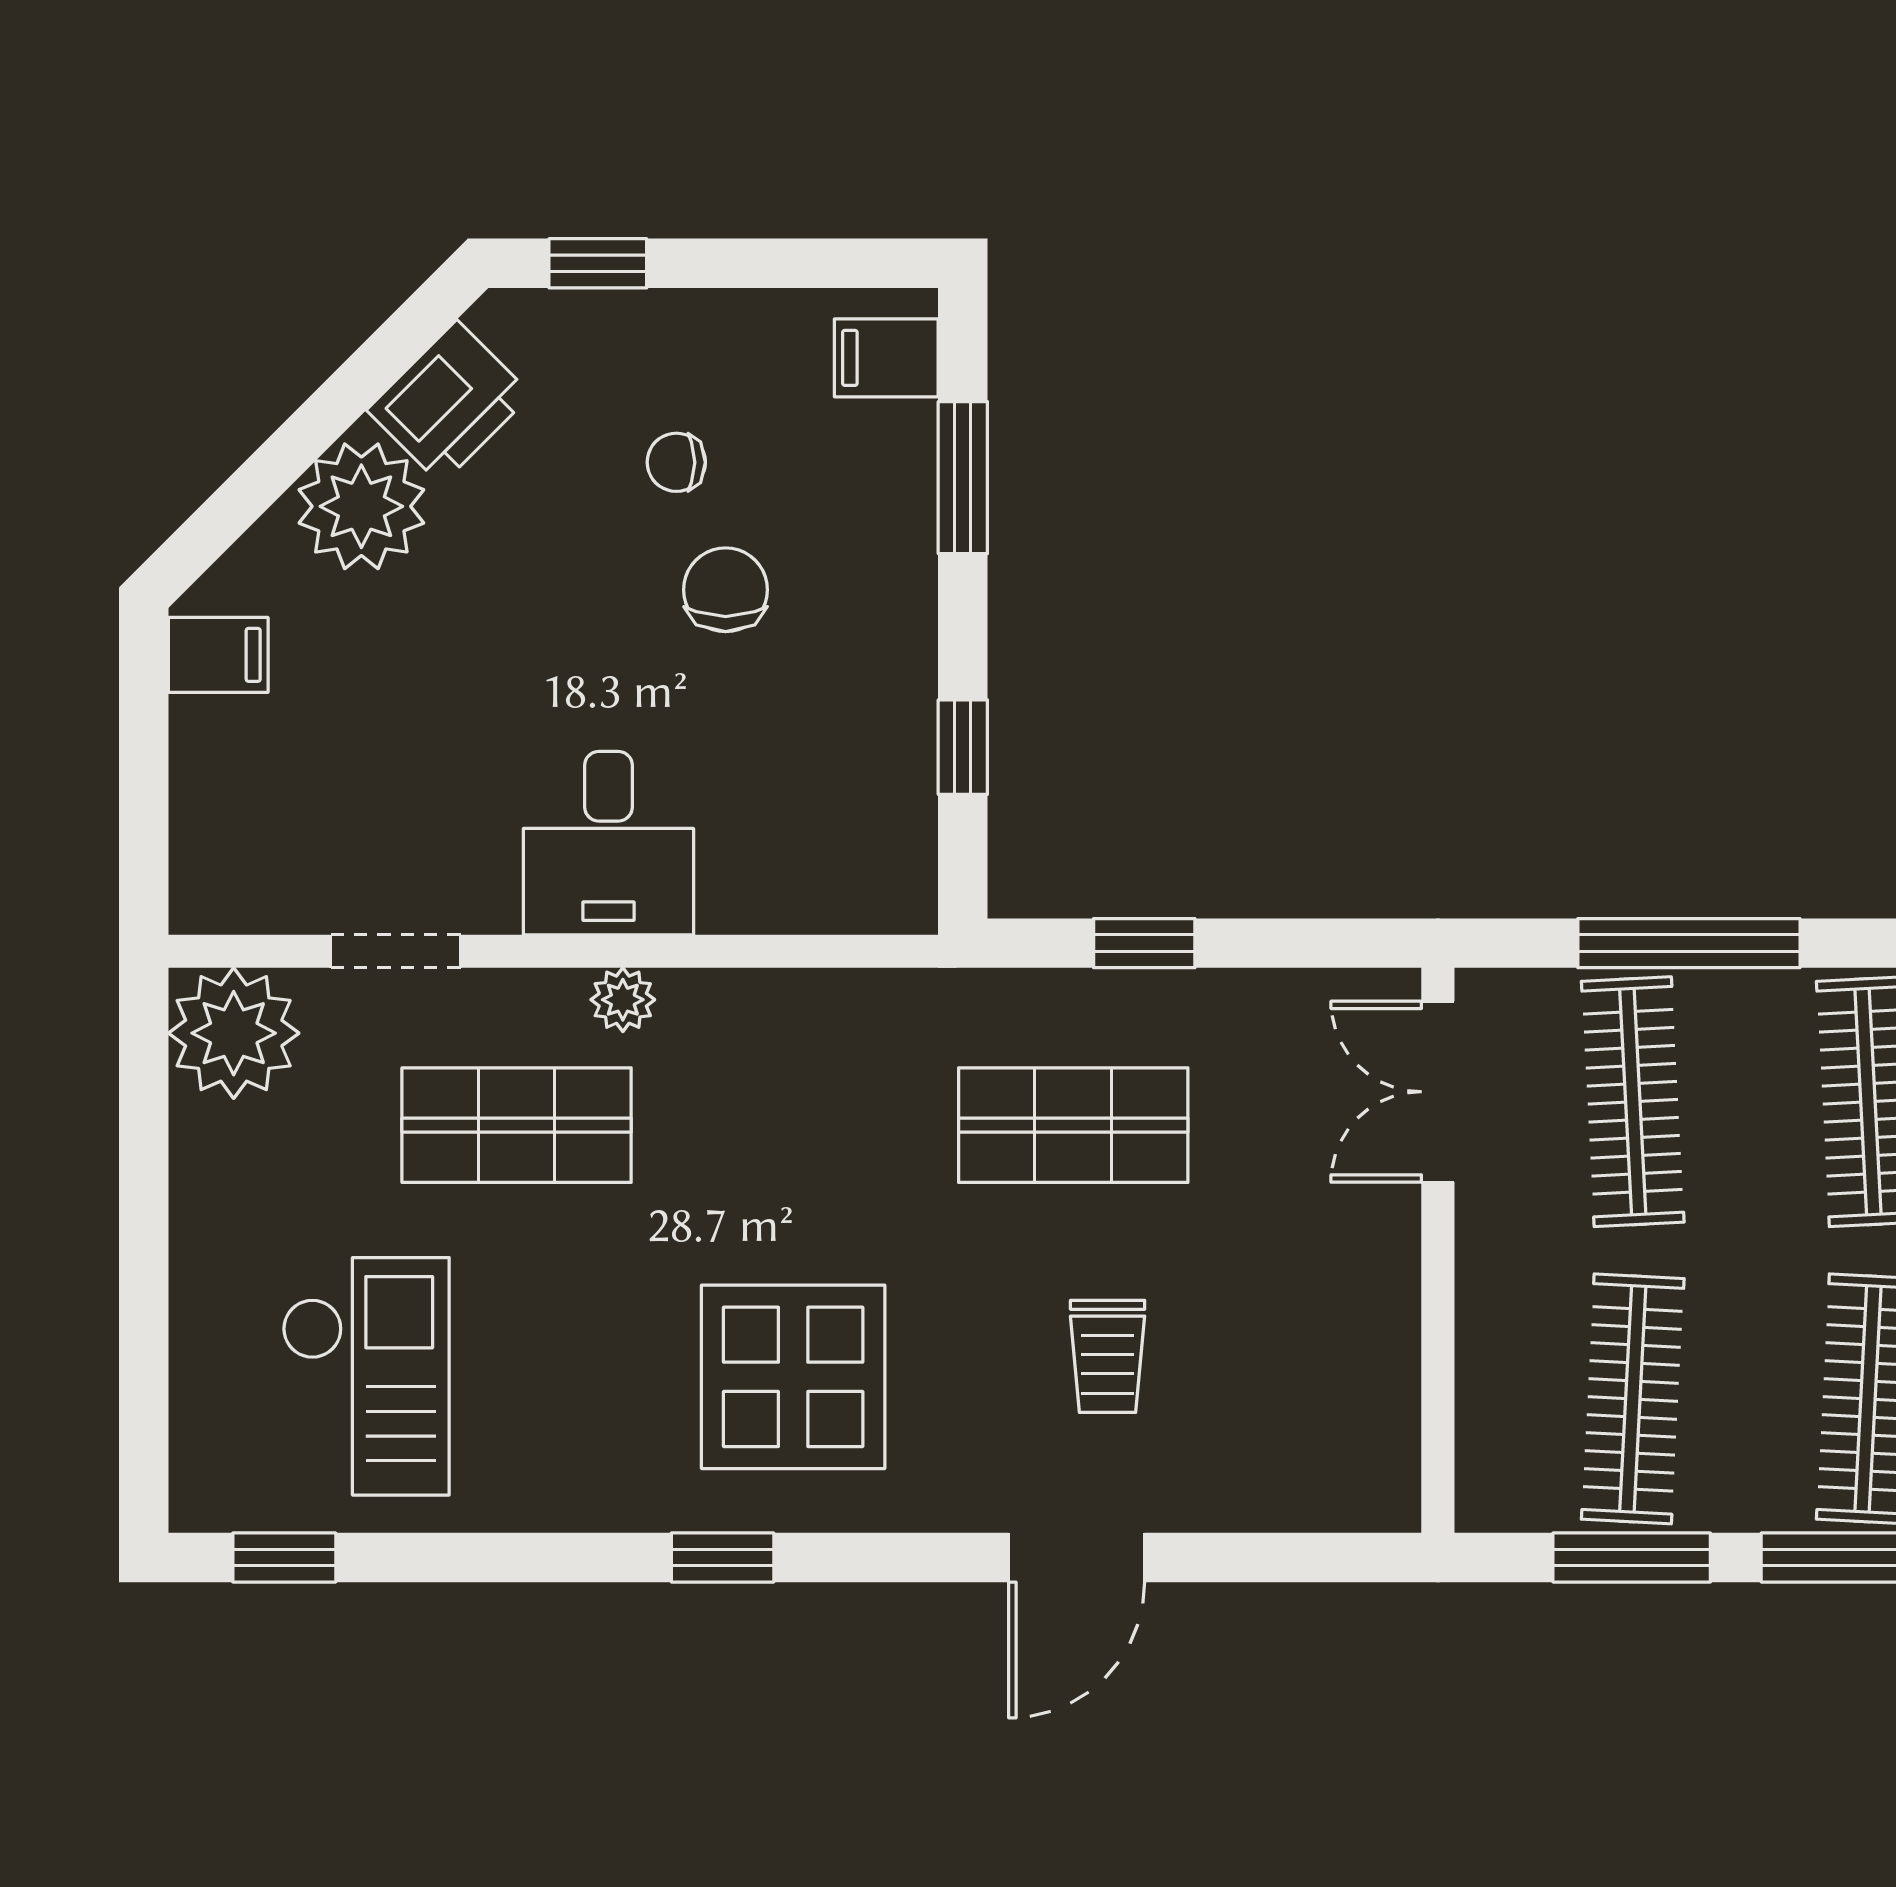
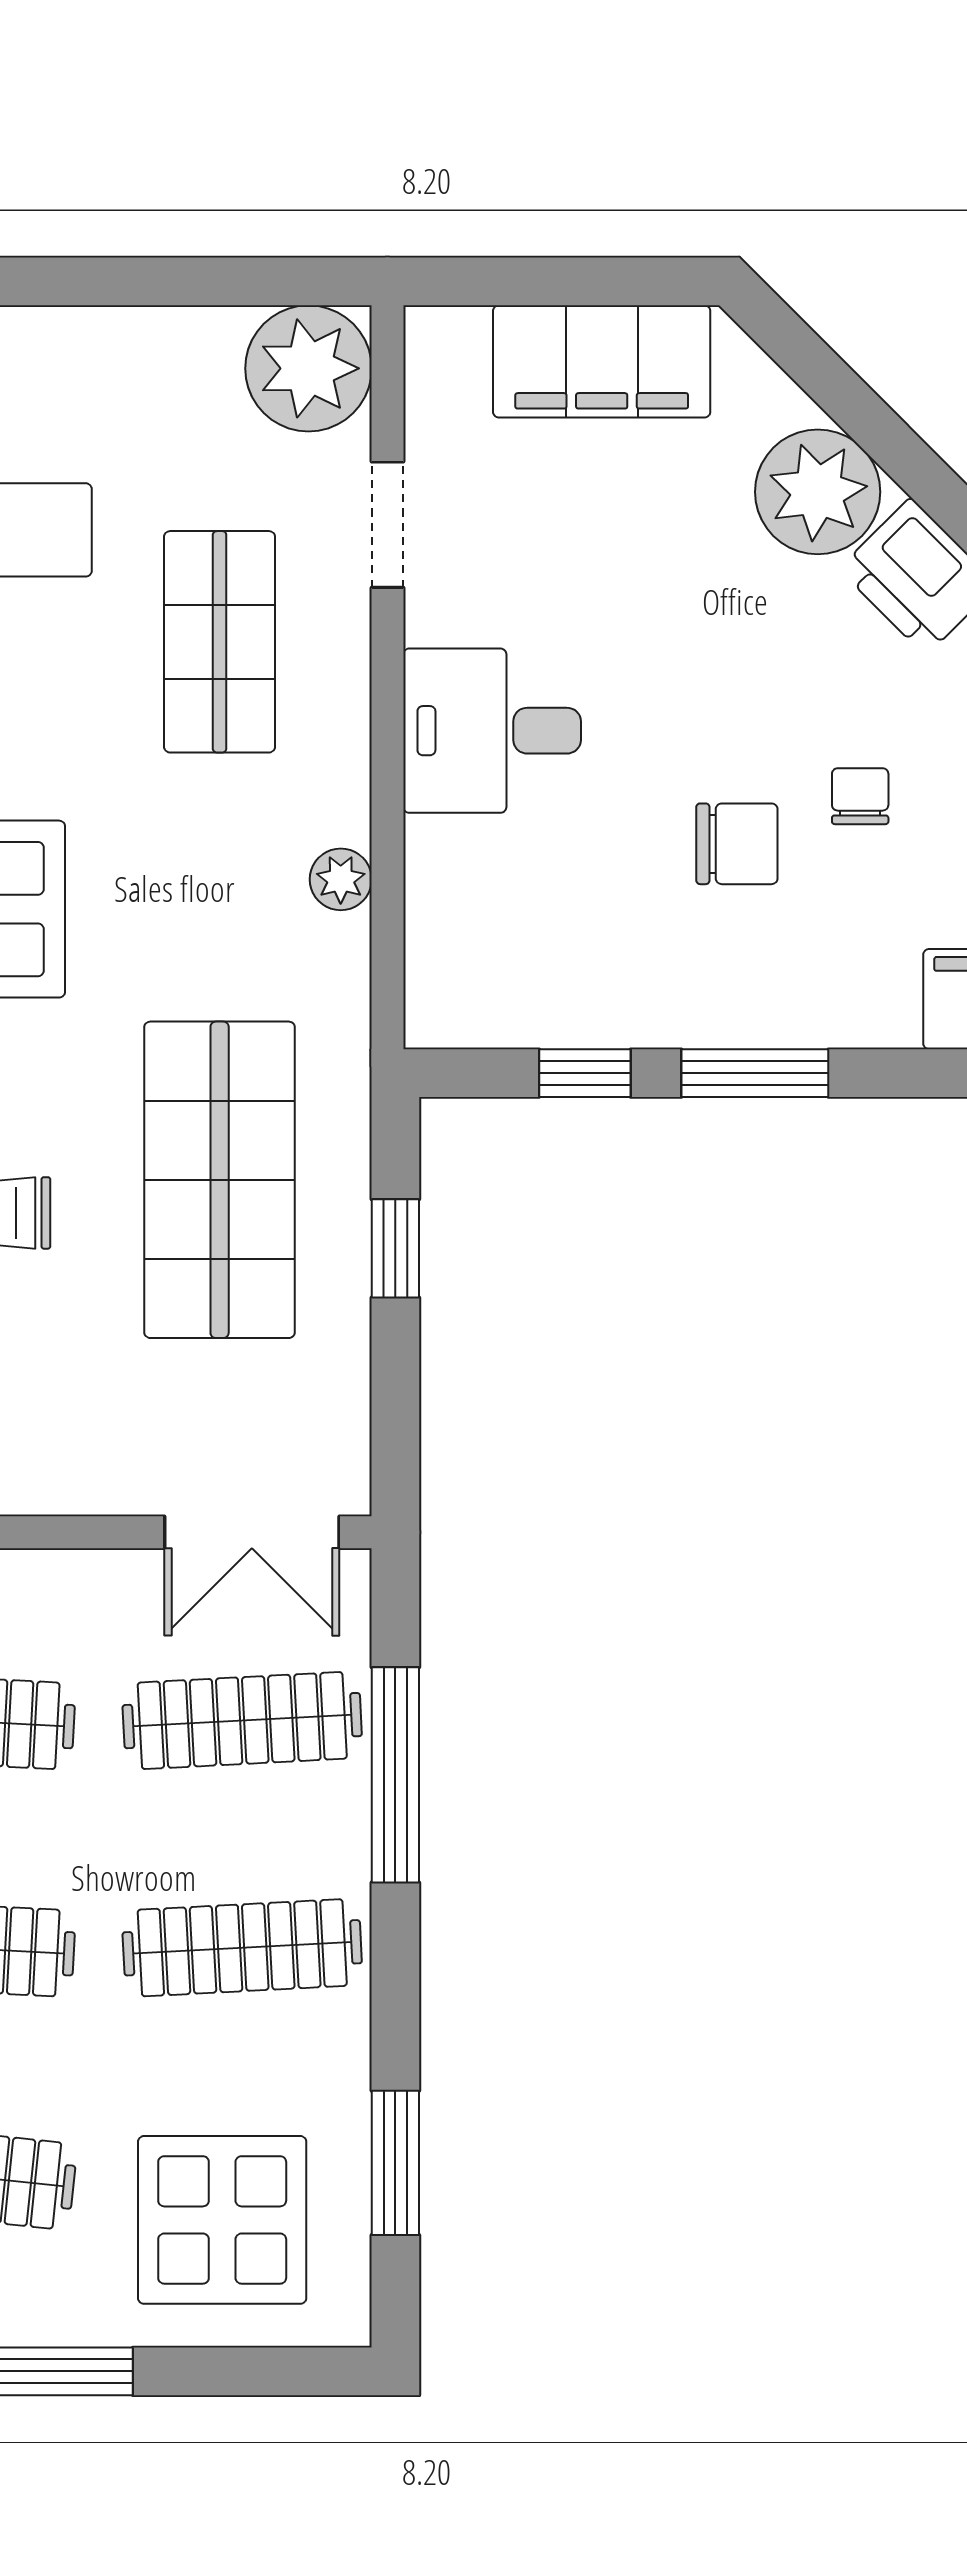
window: (963, 478) -> (755, 1073), moved
filing cabinet: (218, 655) -> (602, 361), width x3.00, depth x1.17
plant: (623, 1000) -> (341, 879), moved
double door: (1438, 1092) -> (252, 1532), swing flipped
shop shelf: (1073, 1125) -> (220, 1180), width x1.43, depth x1.36

